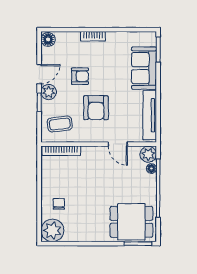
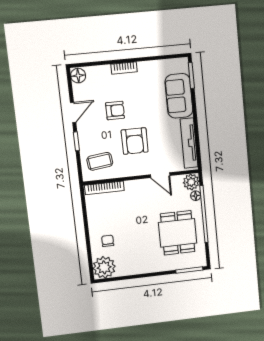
plant: (49, 92) -> (85, 130), removed
dining table: (131, 222) -> (178, 233), moved, turned 90

